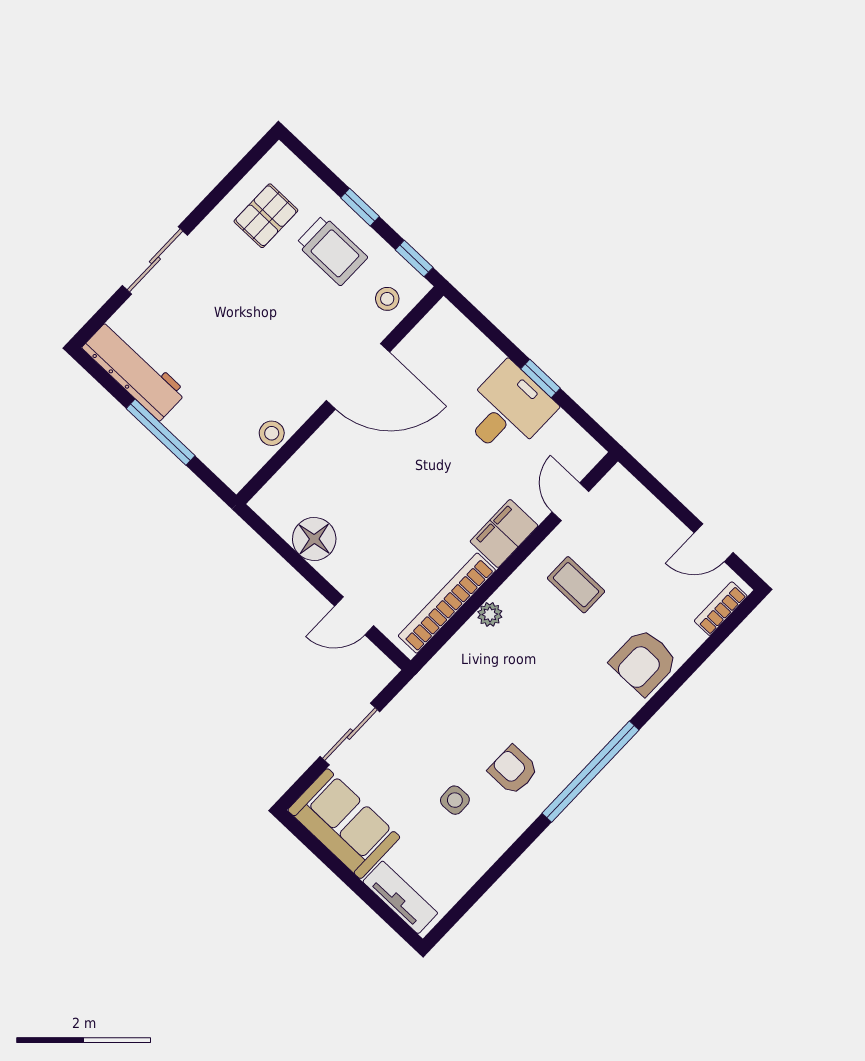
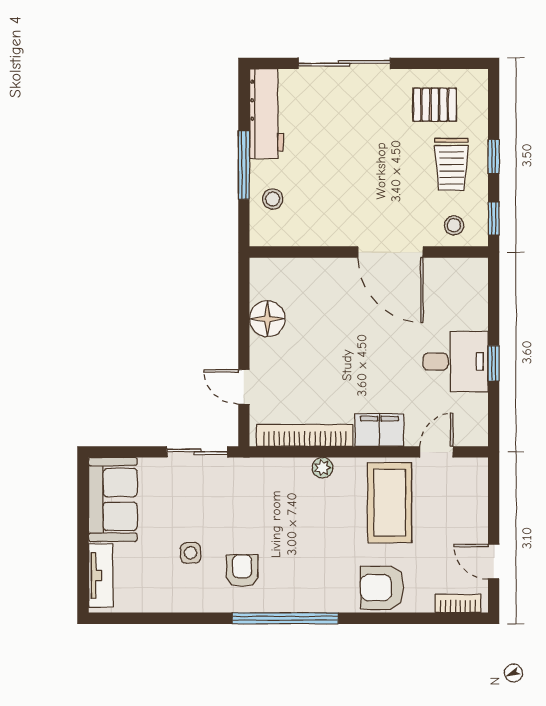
sliding door: (155, 260) -> (344, 63), width x1.37
stool: (272, 433) -> (273, 199), moved
coffee table: (576, 585) -> (390, 503), width x1.86, depth x1.72
sliding door: (350, 734) -> (197, 452), moved

